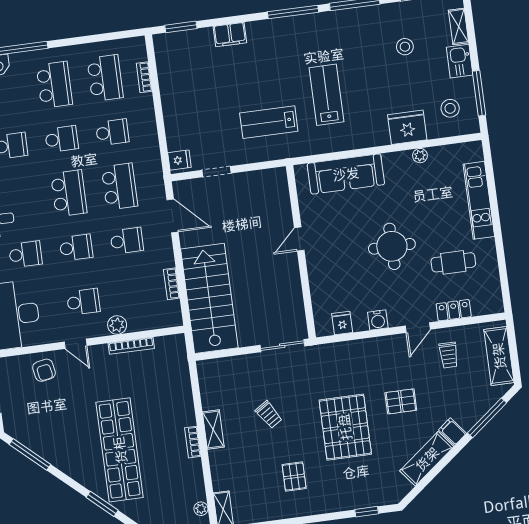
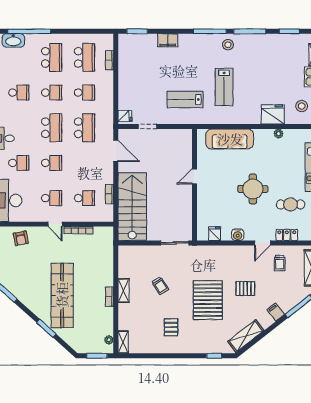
stool: (405, 47) -> (228, 45), moved
lab bench: (326, 95) -> (224, 87), turned 180
school desk: (127, 241) -> (84, 198), moved
plant: (117, 325) -> (71, 216), removed
door: (76, 344) -> (55, 224), moved
shelving: (427, 459) -> (246, 336), moved

